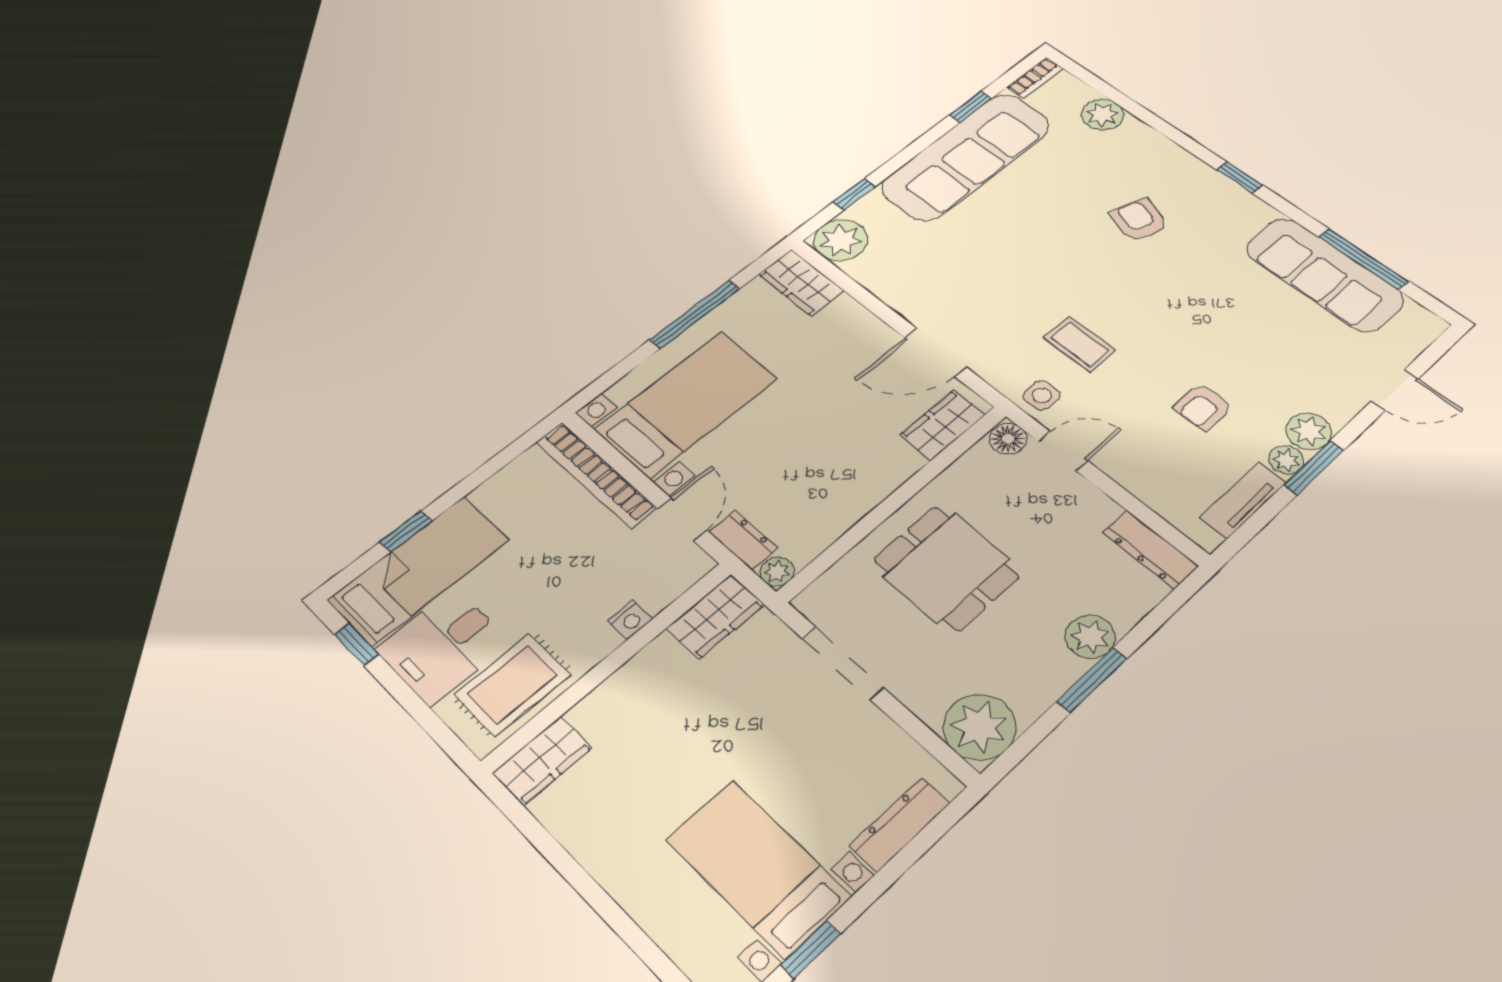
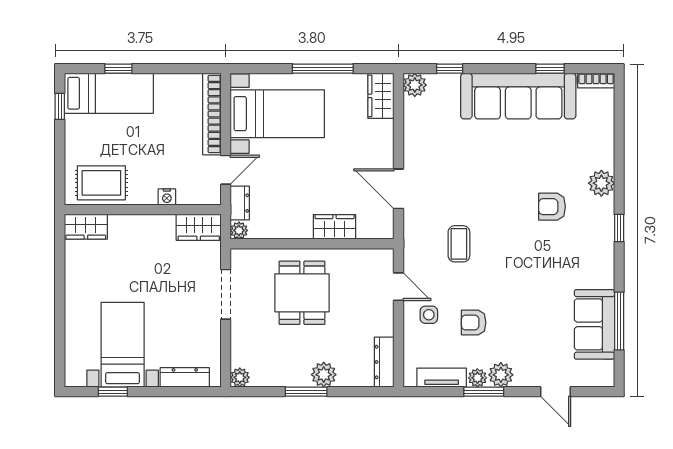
plant: (1103, 115) -> (601, 183), moved
armchair: (1139, 220) -> (552, 207), turned -108
plant: (841, 240) -> (415, 85), width x0.73, depth x0.73
sofa: (1324, 274) -> (594, 324), width x0.73
side table: (1042, 395) -> (429, 315), moved
wardrobe: (943, 425) -> (335, 227), moved
floor lamp: (1008, 439) -> (384, 259), removed
desk: (443, 646) -> (90, 139), removed
plant: (979, 727) -> (240, 377), width x0.53, depth x0.53

